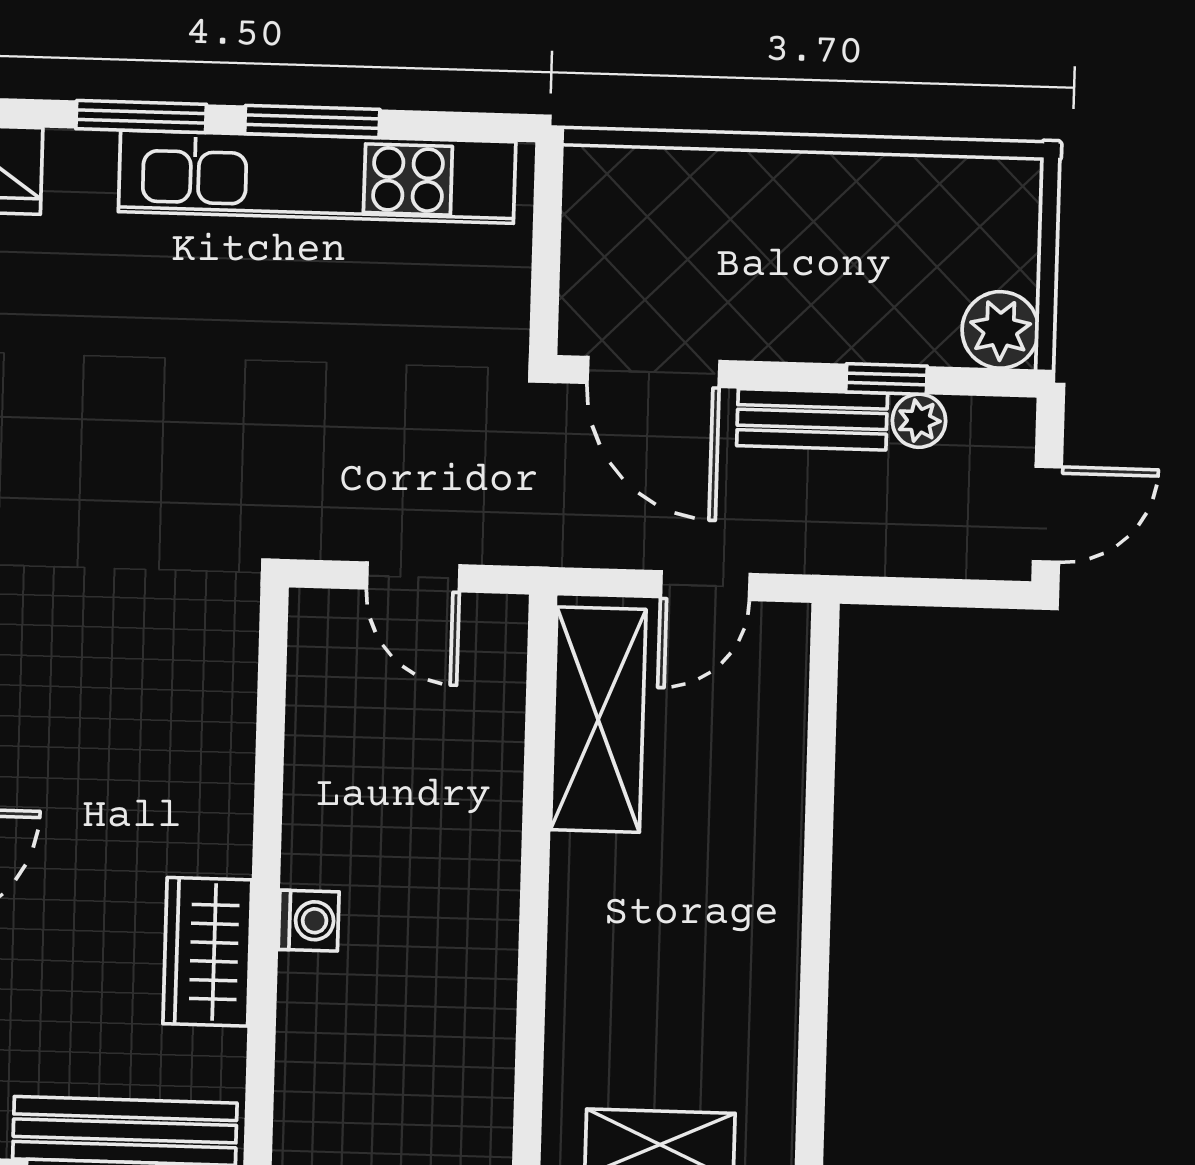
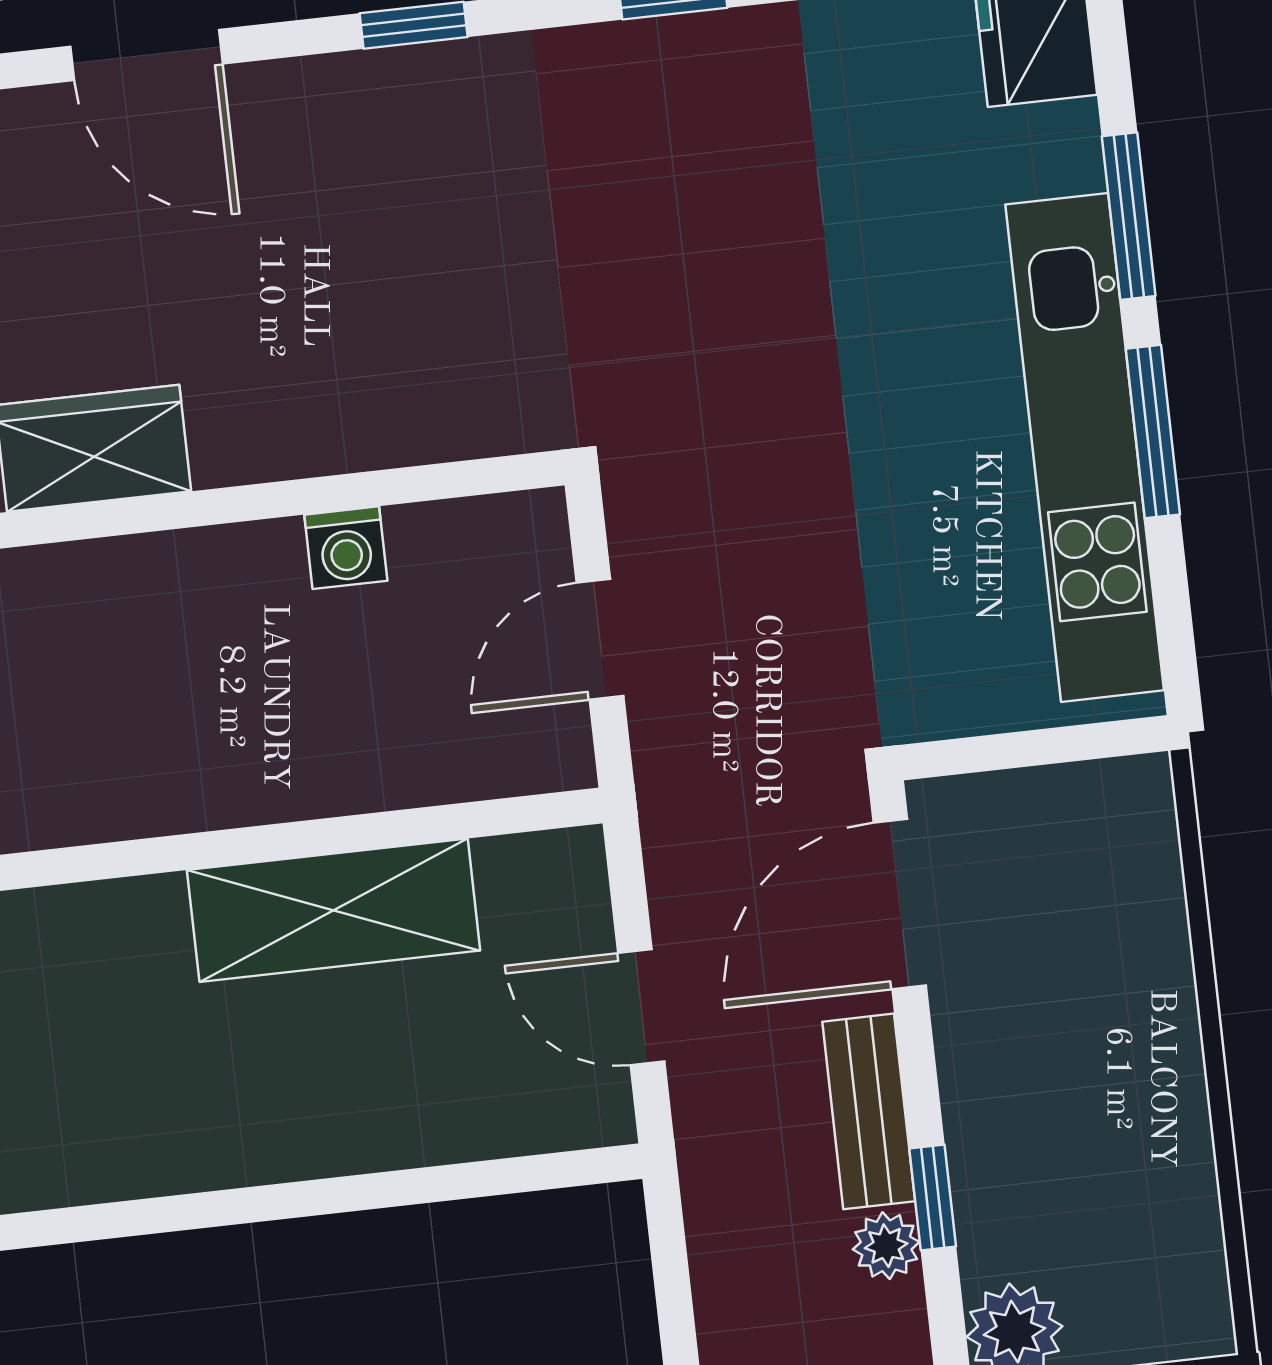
shelving: (598, 720) -> (334, 910), moved
washing machine: (309, 921) -> (346, 548), moved

